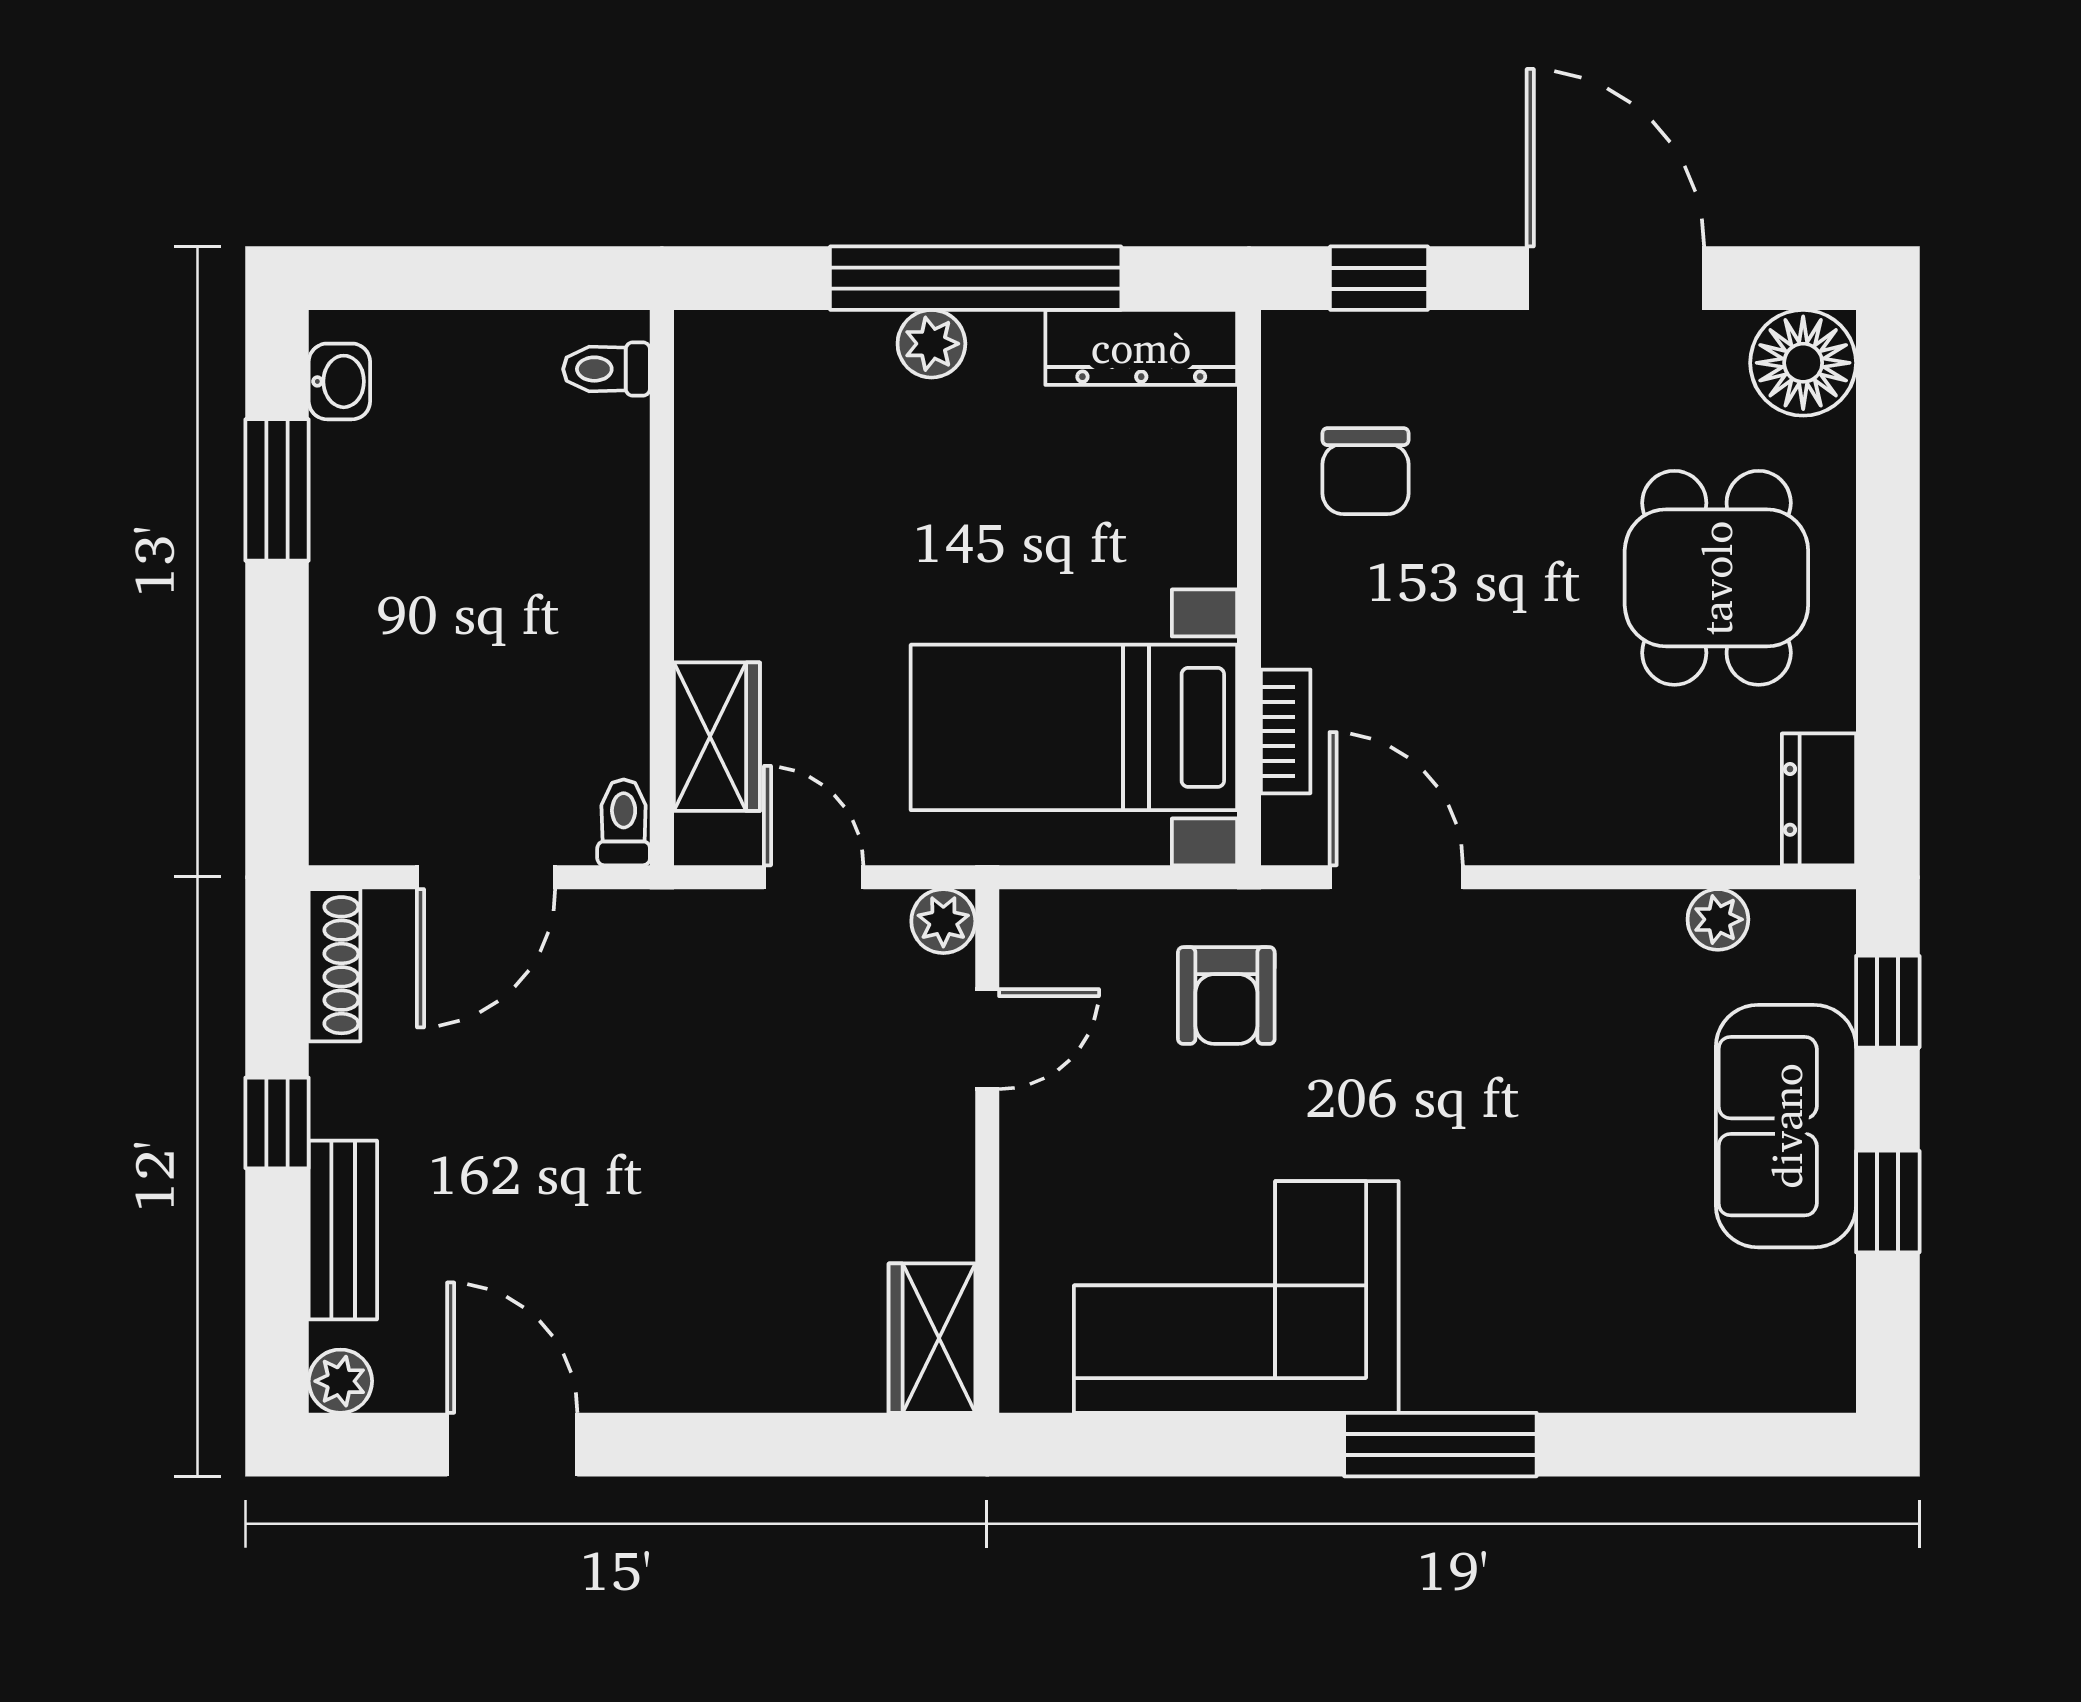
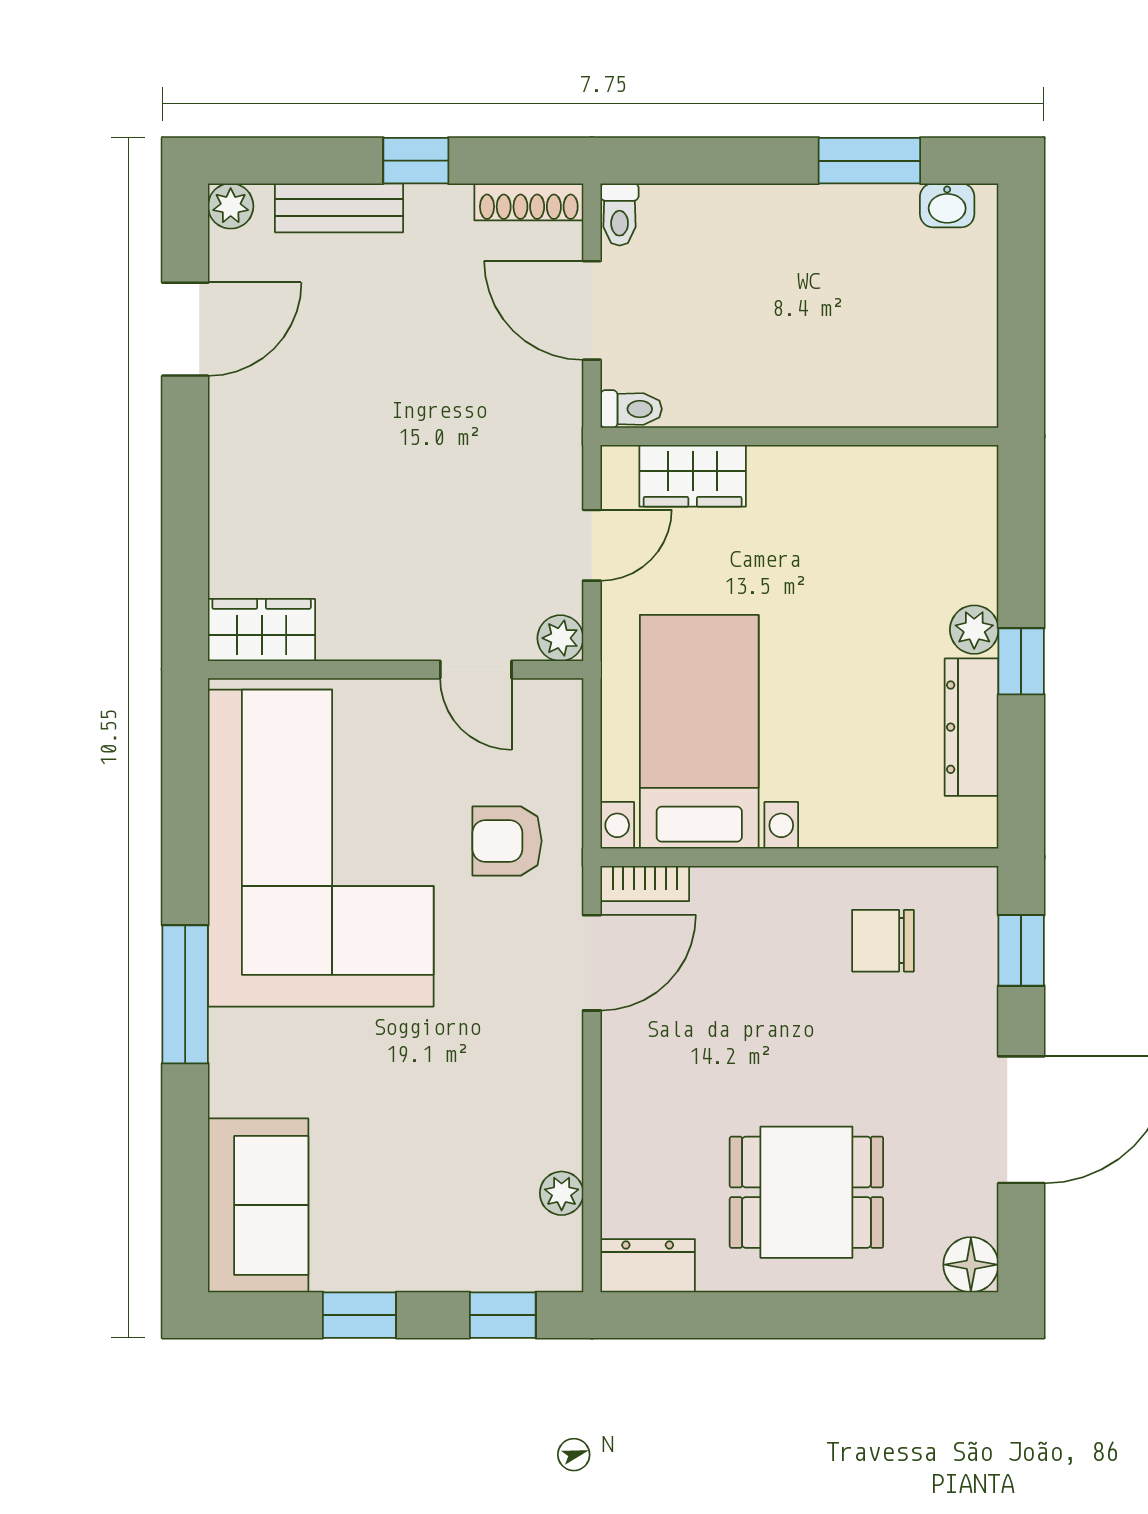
window: (976, 278) -> (1021, 661), width x0.32
dresser: (1141, 347) -> (972, 727), moved
floor lamp: (1803, 363) -> (971, 1265), width x0.73, depth x0.73
toilet: (607, 369) -> (620, 214), moved, turned 180
bookcase: (1286, 731) -> (645, 883), moved
sofa: (1786, 1126) -> (258, 1205), moved, turned 90
corner sofa: (1236, 1297) -> (321, 848), width x1.36, depth x1.36

